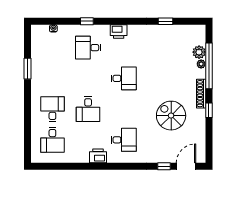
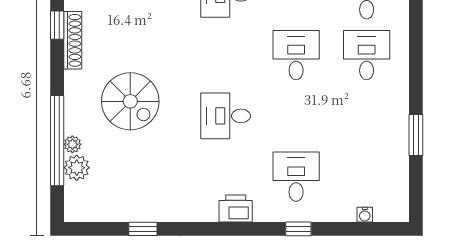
desk: (88, 48) -> (296, 177), turned -90
shoe rack: (201, 94) -> (73, 40), moved
desk: (52, 109) -> (367, 55), turned 180
window: (209, 110) -> (57, 25), moved
spiral stairs: (171, 116) -> (130, 101), moved

